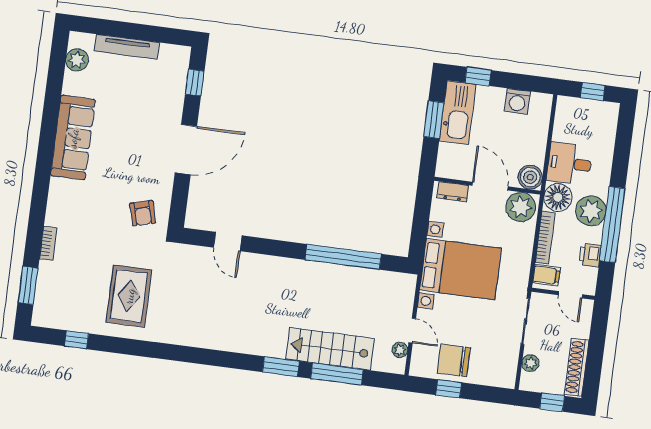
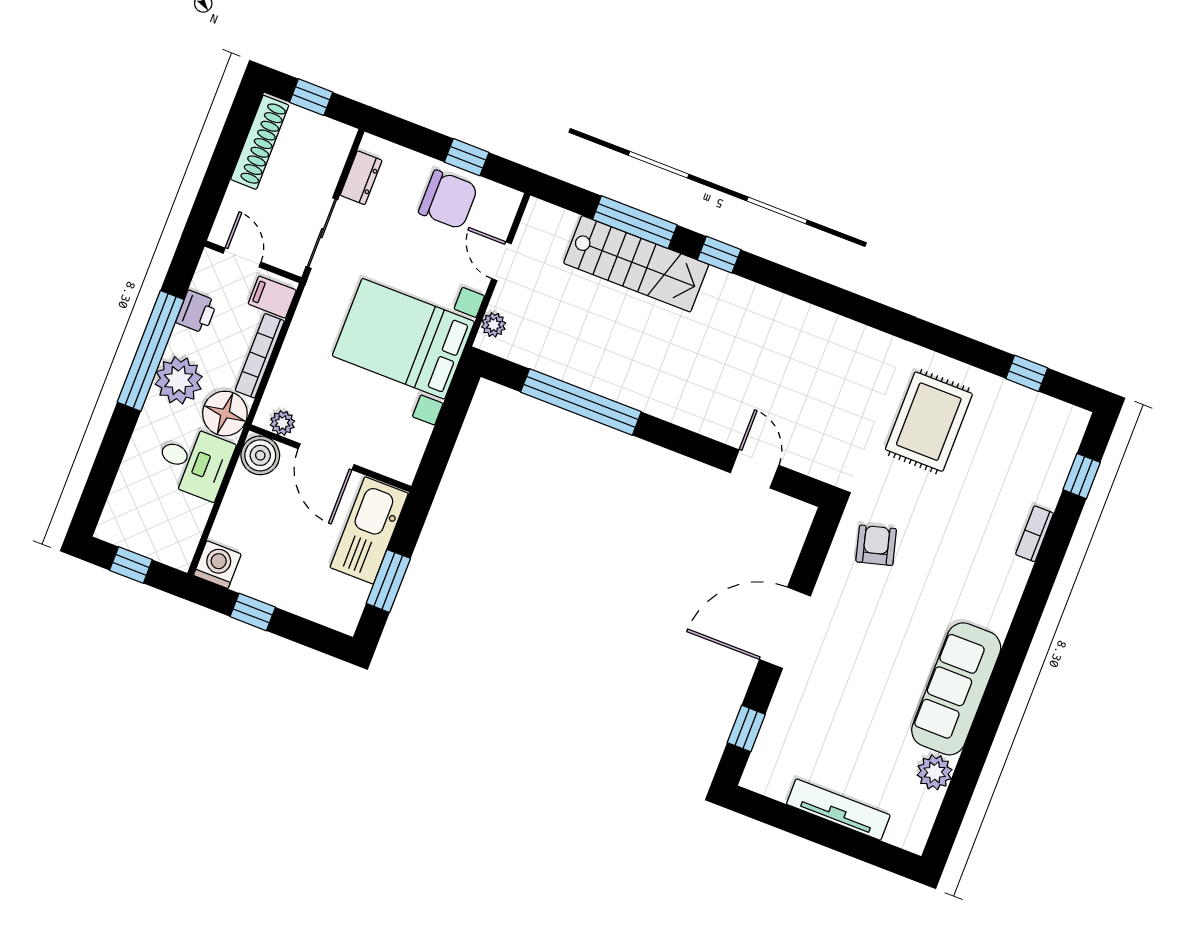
plant: (77, 60) -> (935, 772), moved
window: (478, 76) -> (253, 612), moved
washing machine: (517, 101) -> (217, 565), moved
kitchen sink: (458, 113) -> (369, 530), moved
dresser: (453, 192) -> (361, 178), moved, turned 90
plant: (521, 207) -> (282, 423), width x0.53, depth x0.53
window: (28, 285) -> (1082, 476), width x0.67
plant: (400, 350) -> (494, 325), moved
plant: (530, 363) -> (330, 166), removed
window: (281, 367) -> (719, 255), width x0.67

